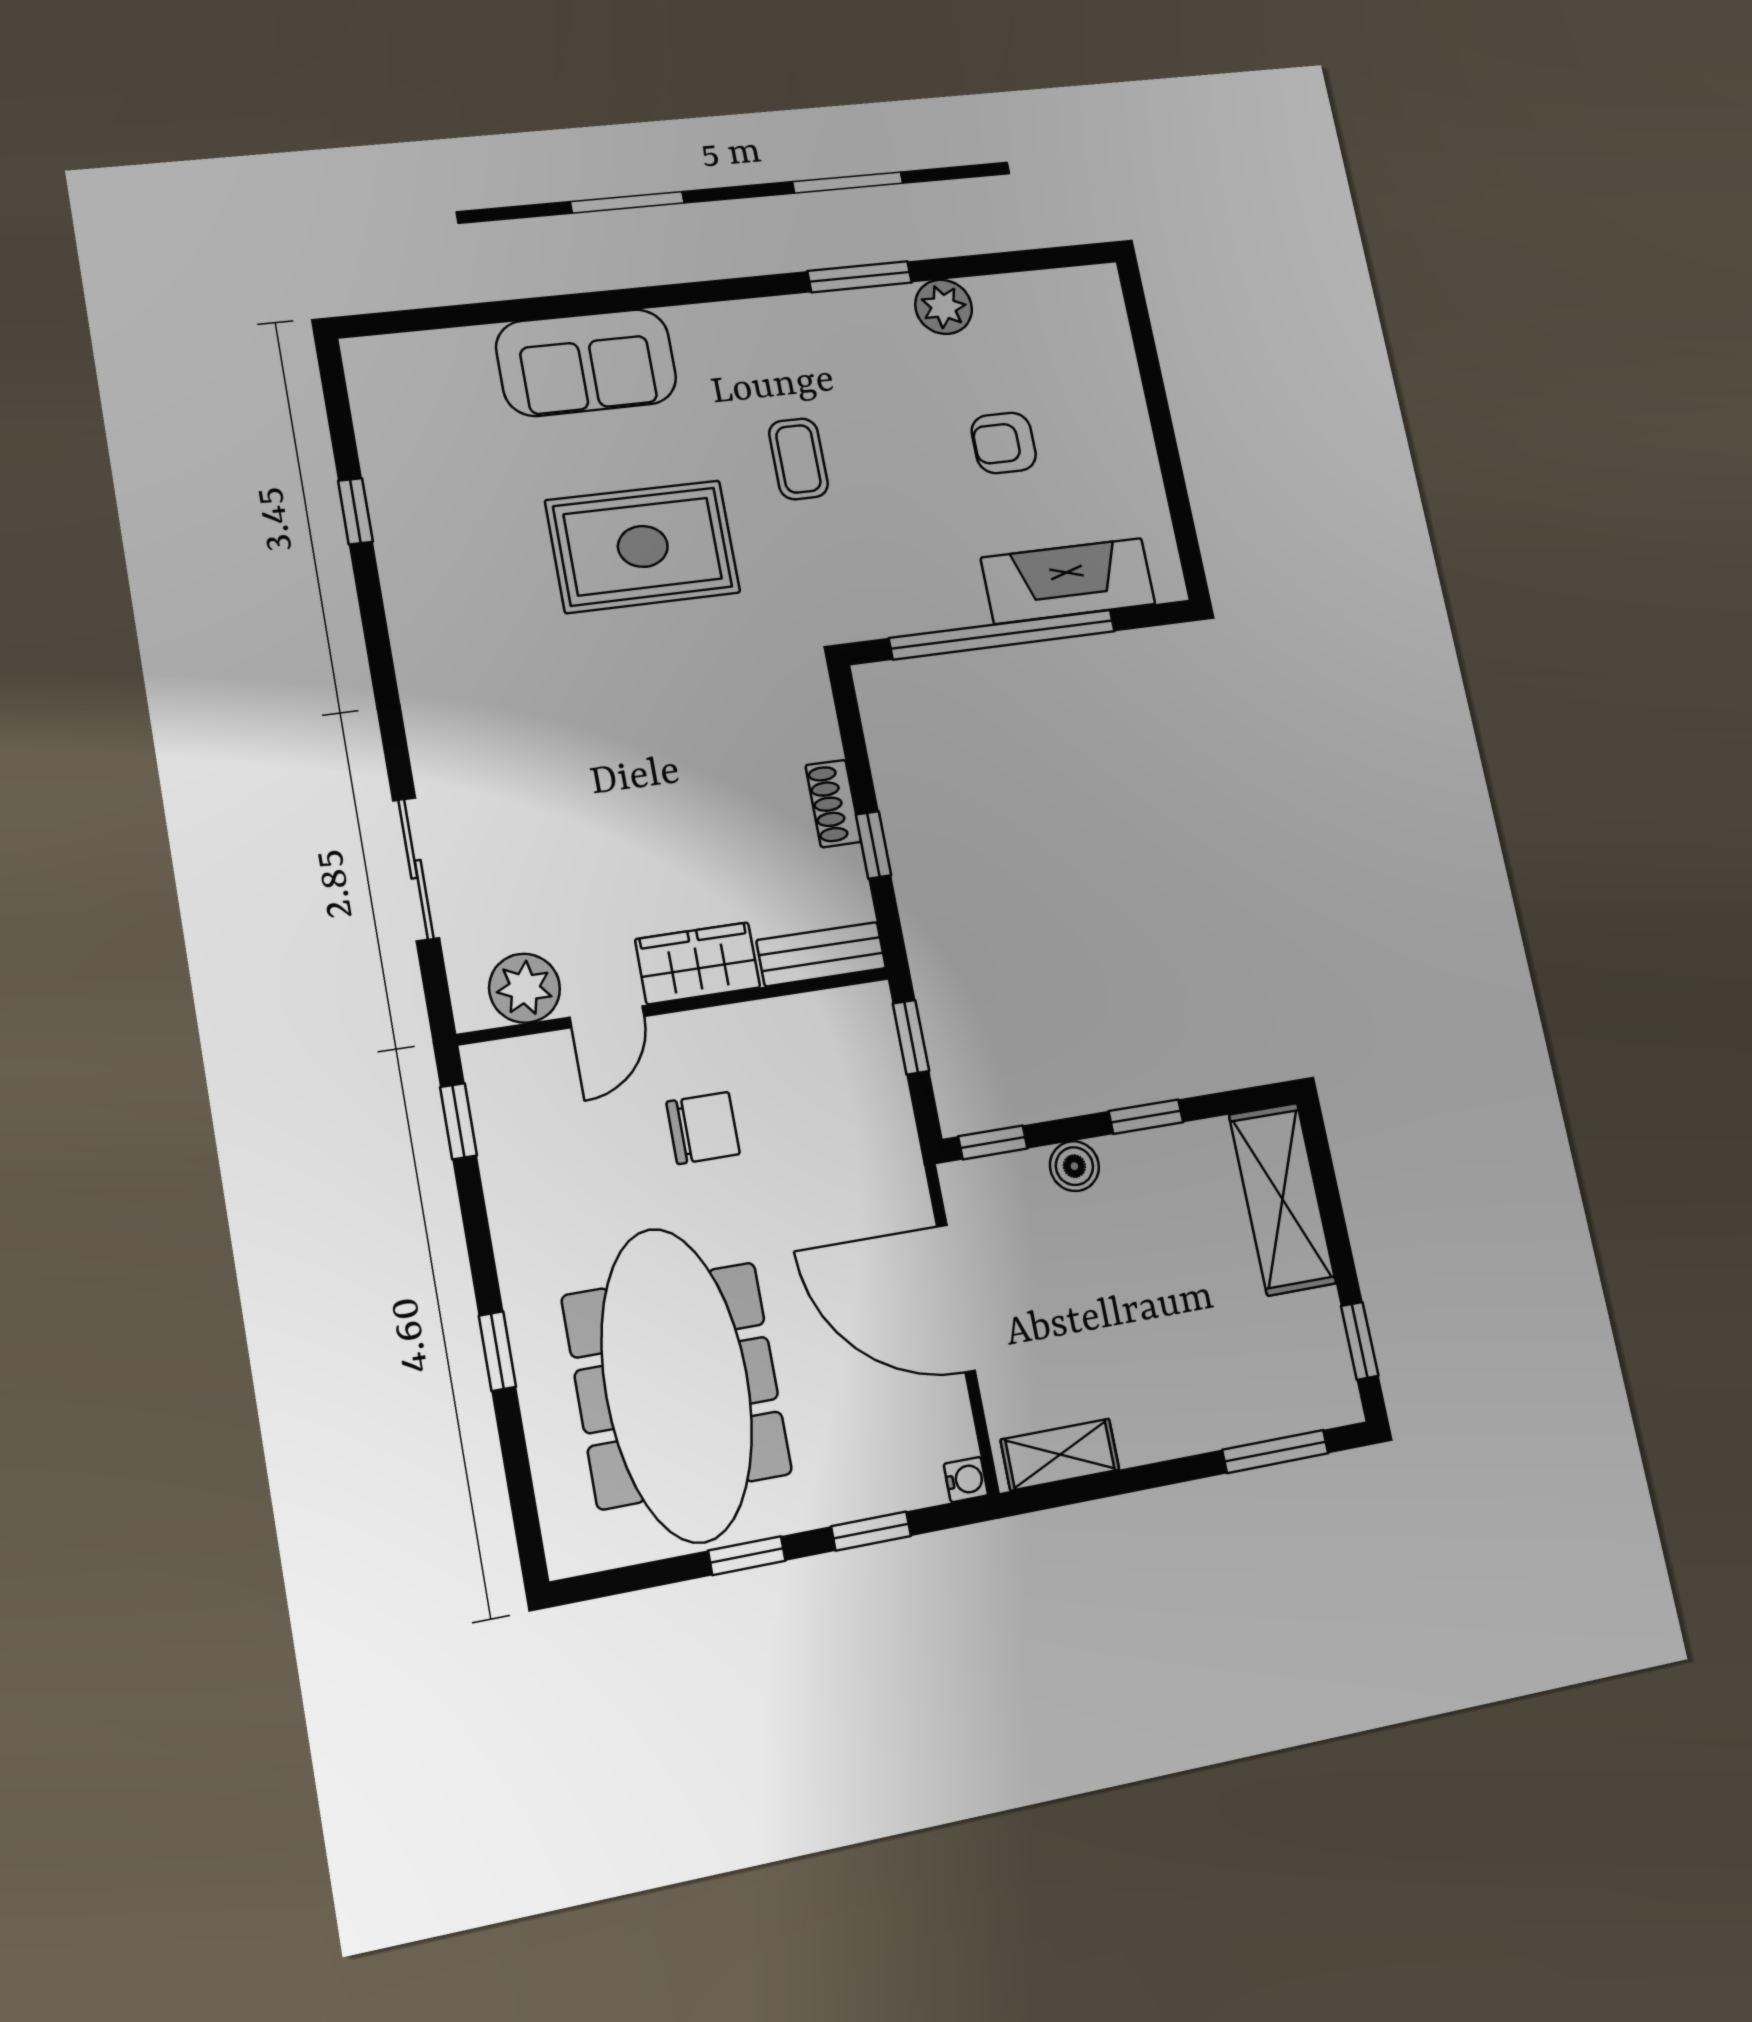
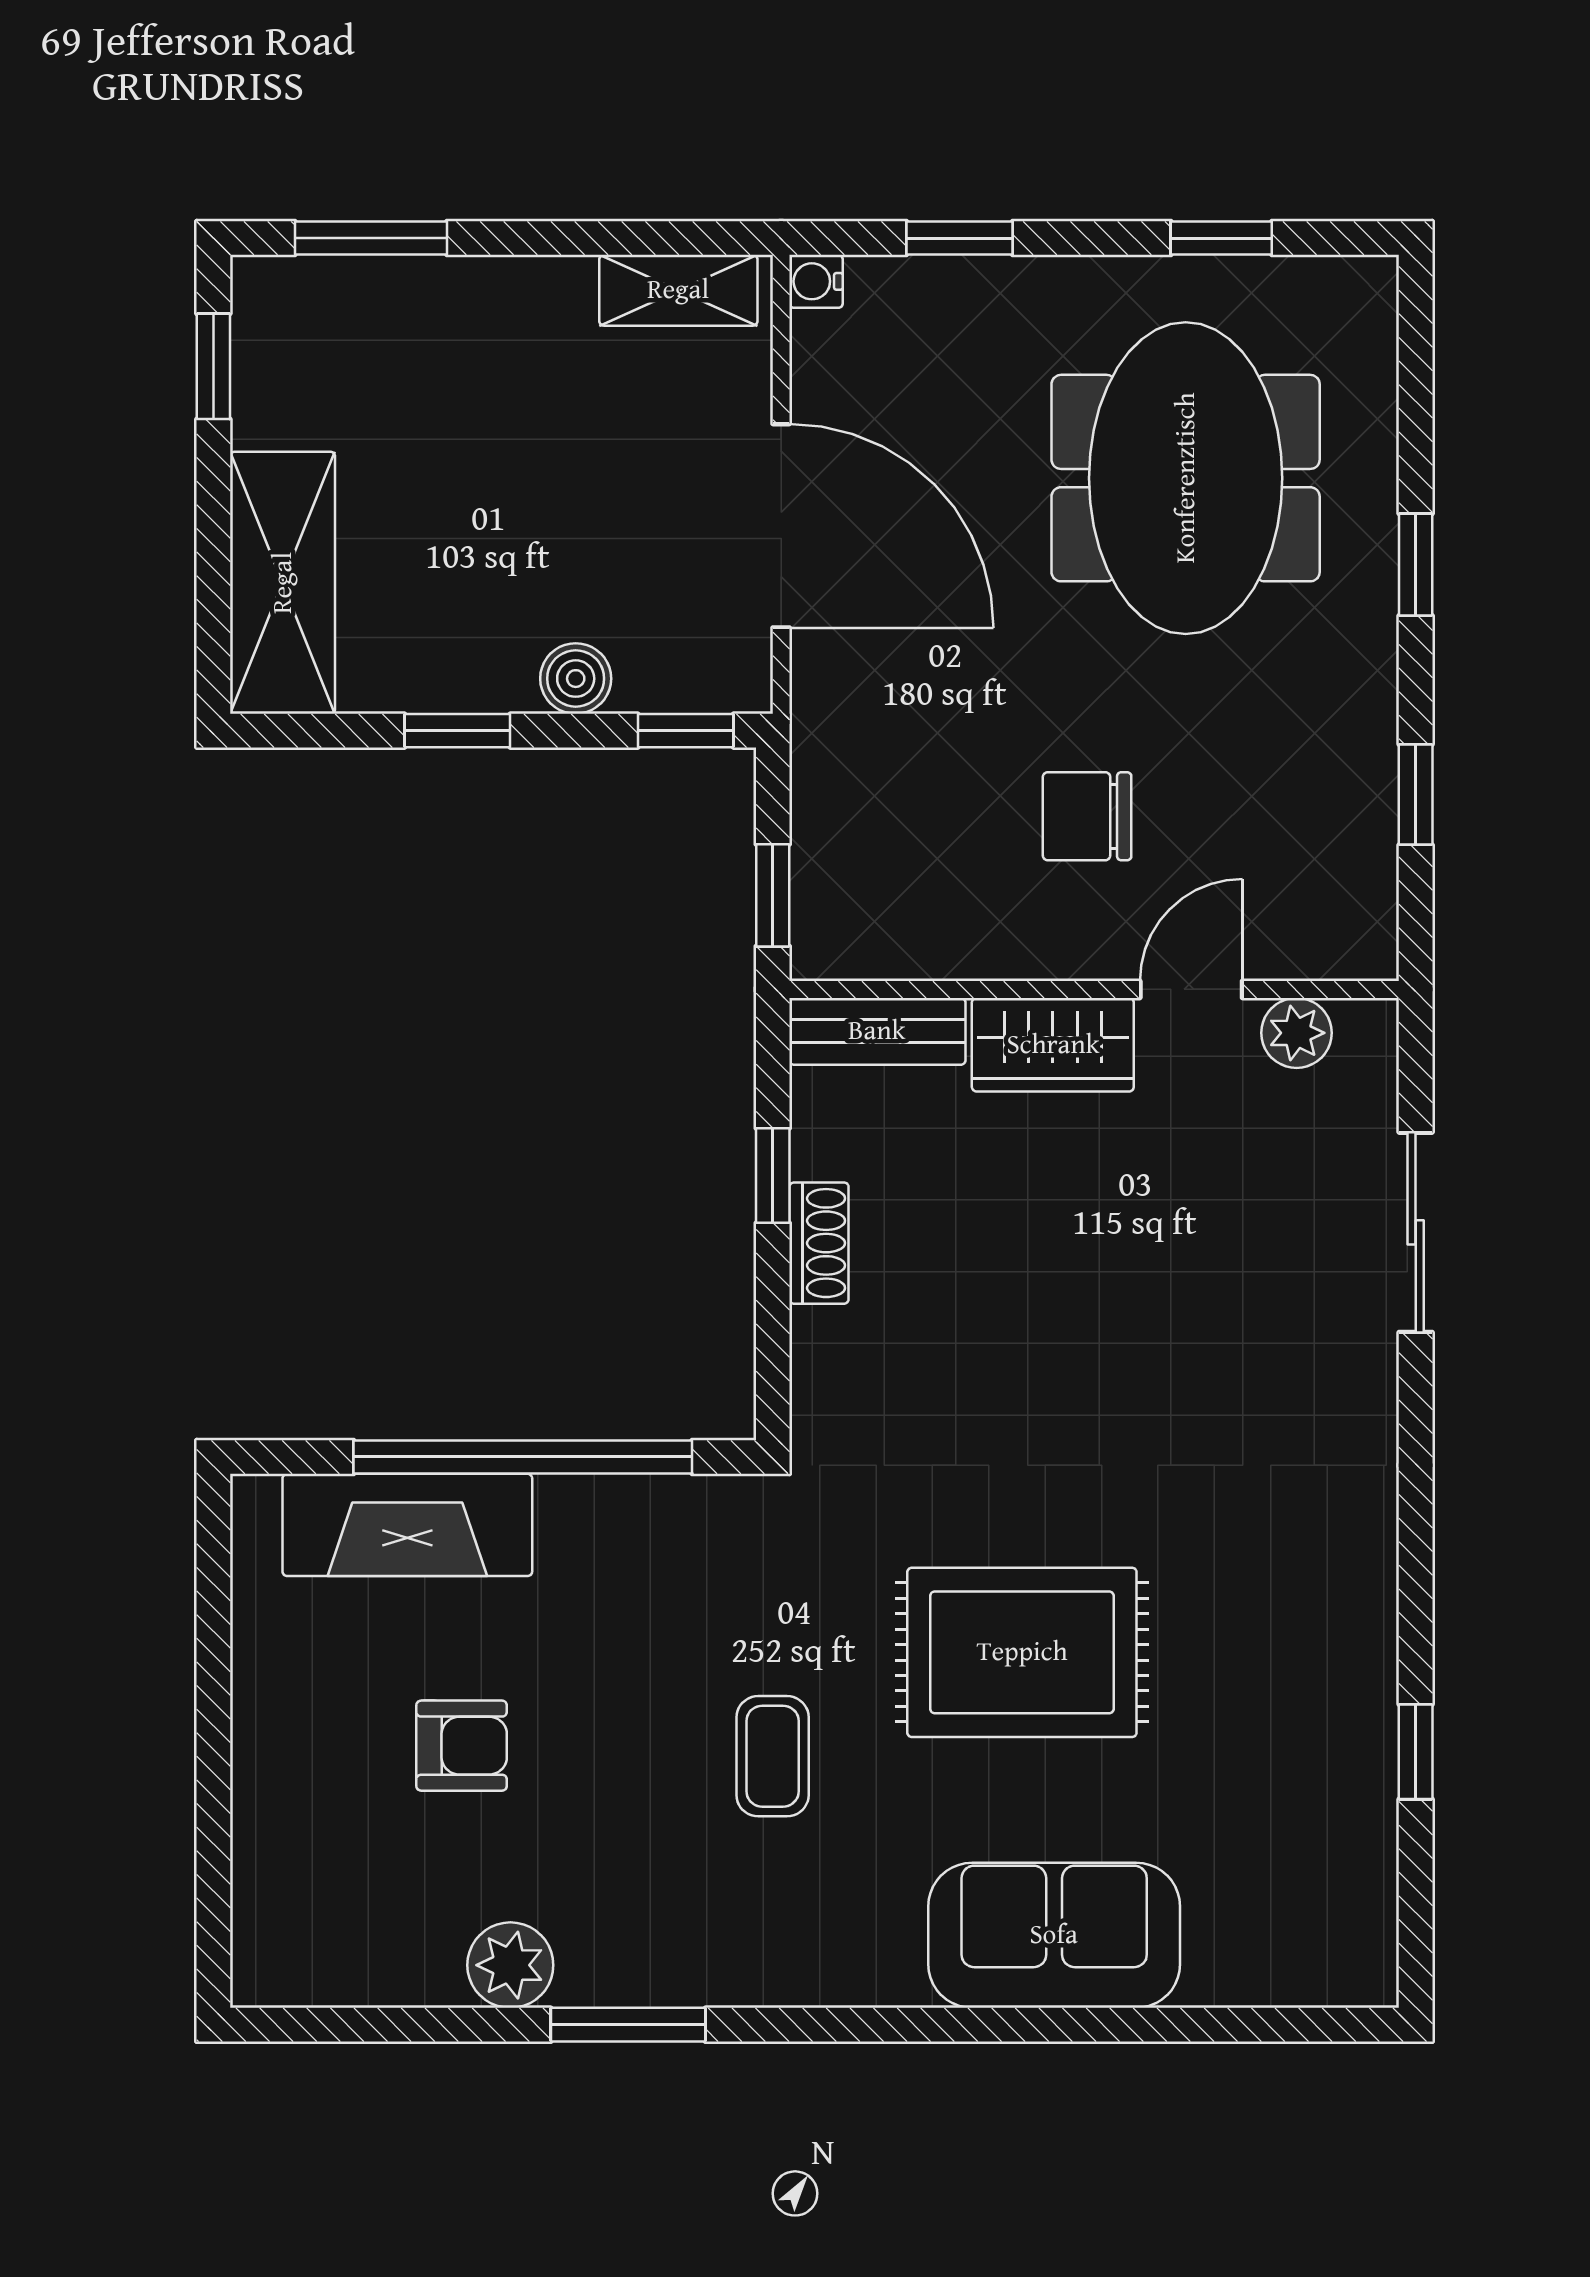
plant: (525, 988) -> (1297, 1033), width x0.73, depth x0.73
window: (459, 1121) -> (1416, 795), moved
meeting table: (677, 1385) -> (1186, 478), width x0.73
window: (747, 1556) -> (1221, 238), moved

